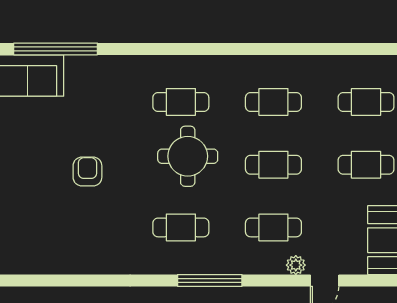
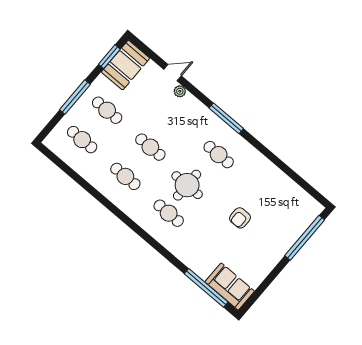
cafe table: (273, 227) -> (175, 118), removed

